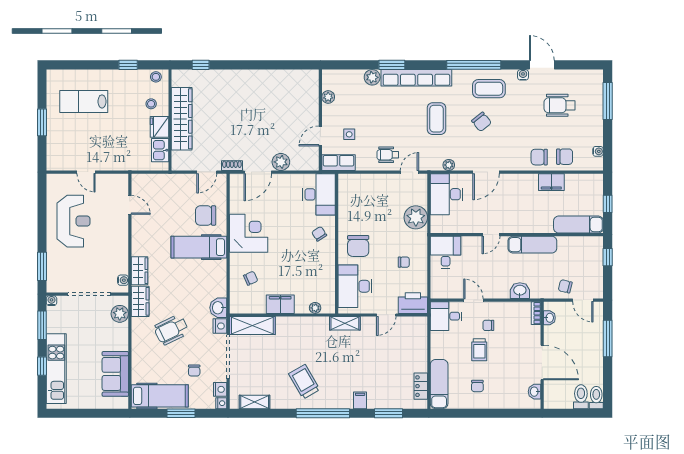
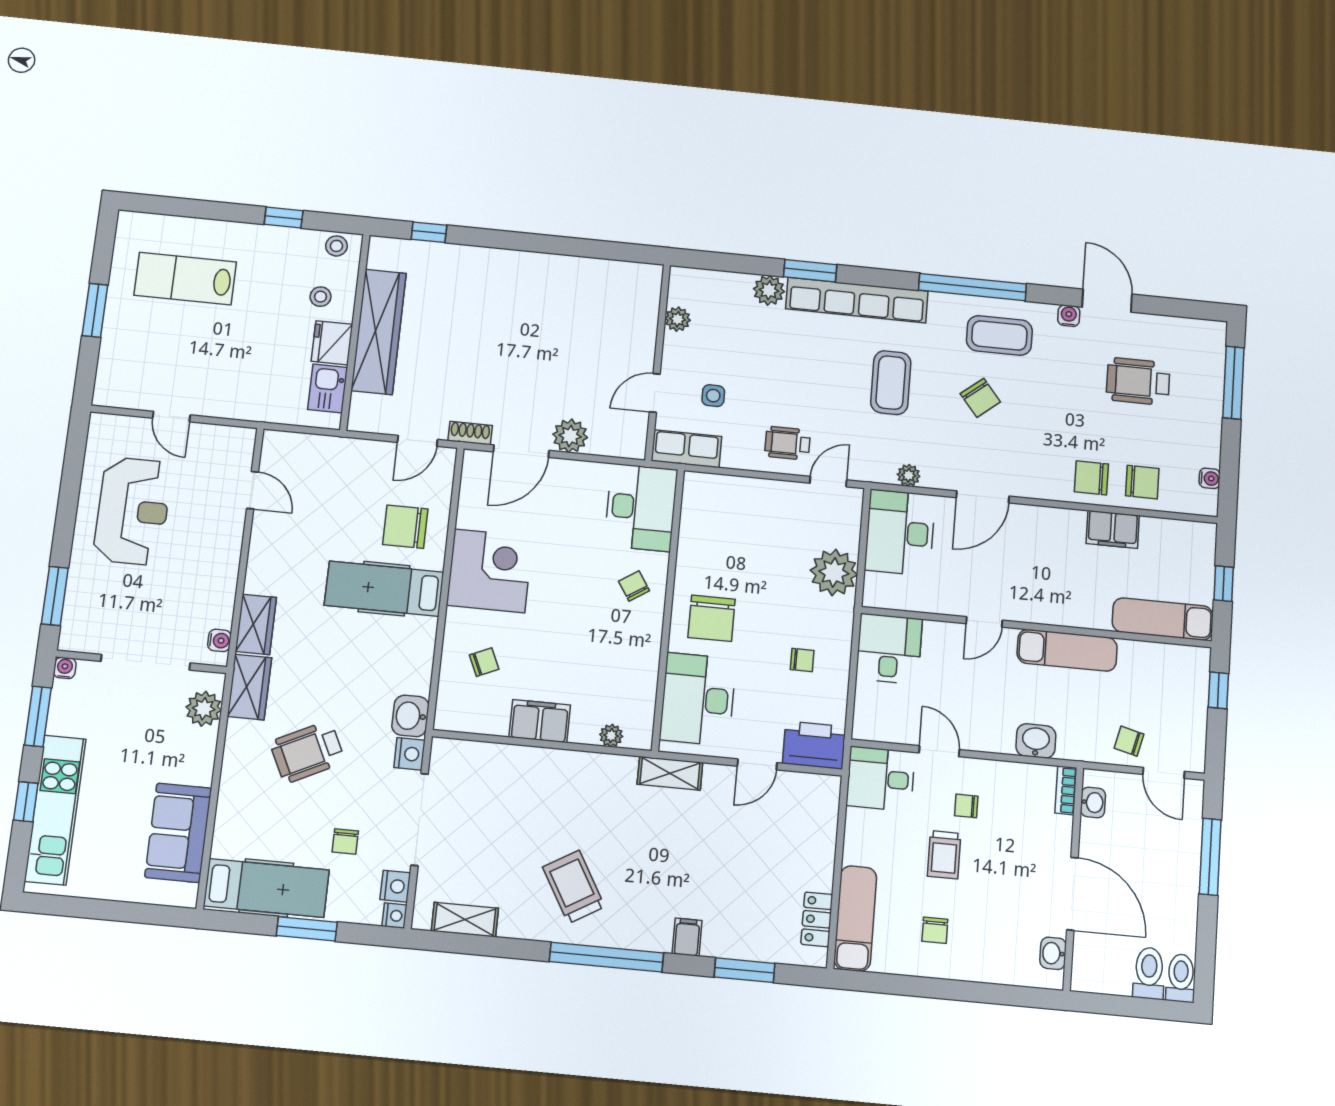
shelving: (252, 326) -> (477, 759), removed

